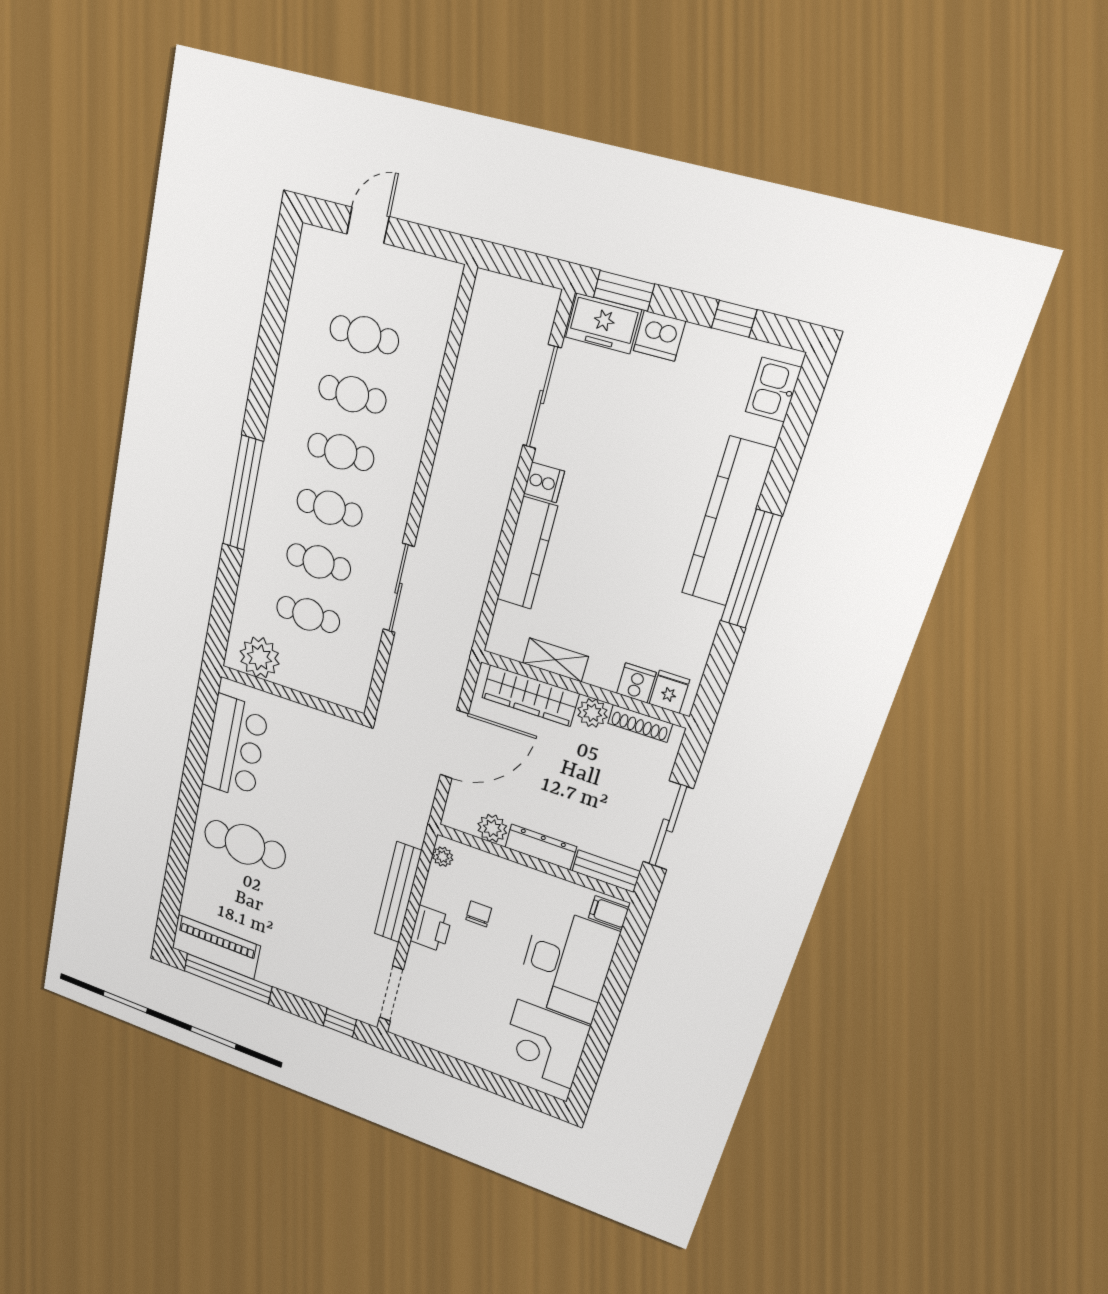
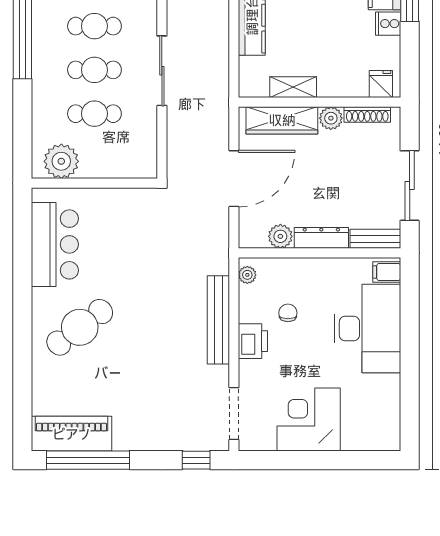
cooker: (636, 683) -> (388, 24), moved, turned -90
cafe table: (245, 844) -> (80, 327), turned -37
corner desk: (544, 1044) -> (309, 419), moved, turned 90

